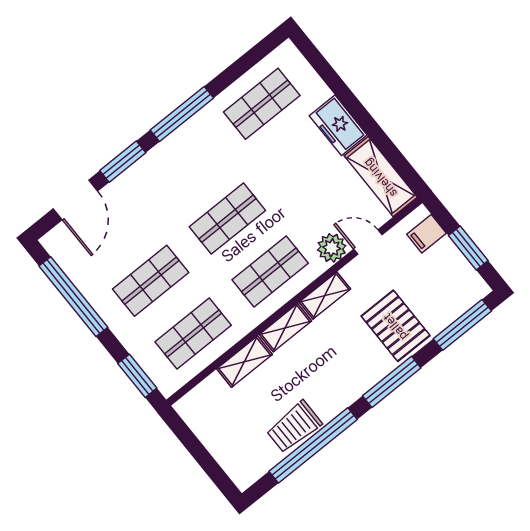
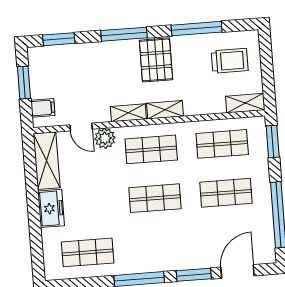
window: (462, 325) -> (59, 39), width x0.69
pallet: (396, 326) -> (156, 60), moved
shelving: (245, 362) -> (245, 103), moved
trolley: (294, 427) -> (230, 61), moved
window: (313, 445) -> (197, 29), width x0.68

